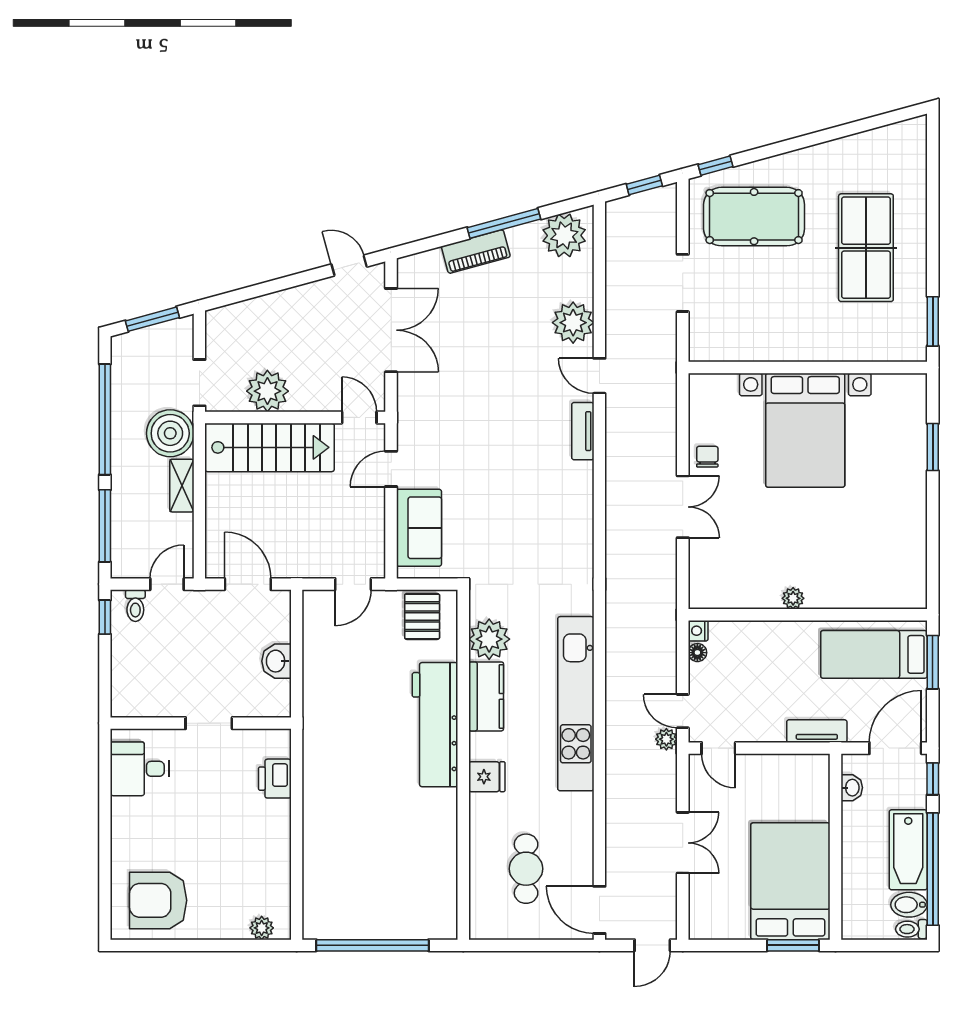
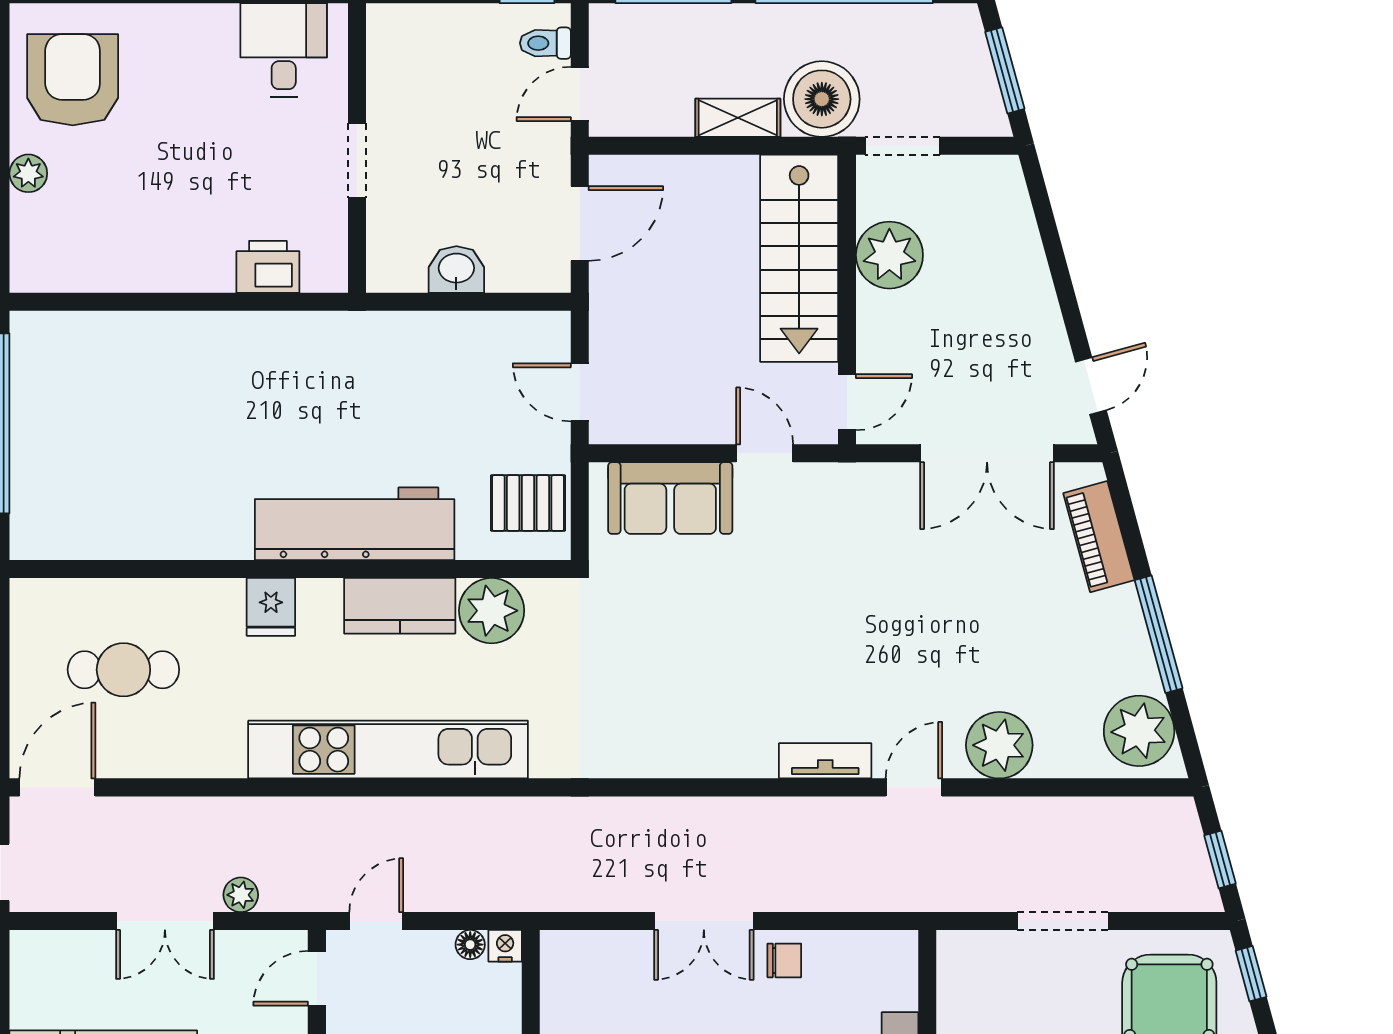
piano: (476, 252) -> (1099, 537), moved
door: (167, 584) -> (580, 94), swing flipped
plant: (666, 739) -> (241, 895), moved
plant: (262, 928) -> (28, 173), moved

